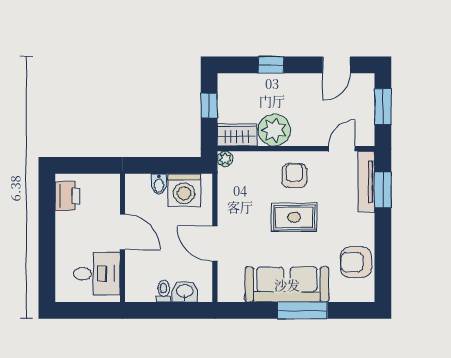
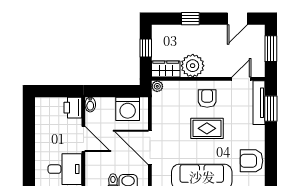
bidet: (159, 184) -> (90, 105), moved
printer: (67, 196) -> (73, 108), moved, turned 180
door: (215, 244) -> (150, 147), width x1.36

